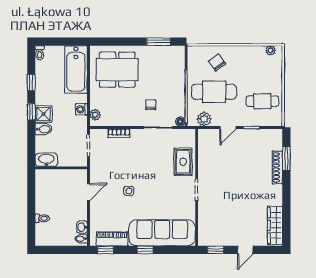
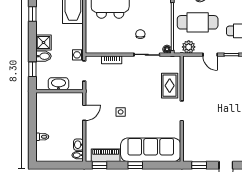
washing machine: (81, 109) -> (78, 55), moved
window: (31, 112) -> (32, 69), moved
plant: (95, 115) -> (90, 43), removed
door: (228, 128) -> (210, 55), hinge flipped
washbasin: (46, 160) -> (58, 84), moved

